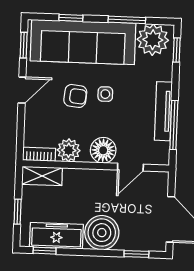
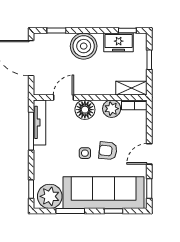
tv unit: (163, 111) -> (40, 122), moved
freezer: (56, 236) -> (119, 42), width x0.71

